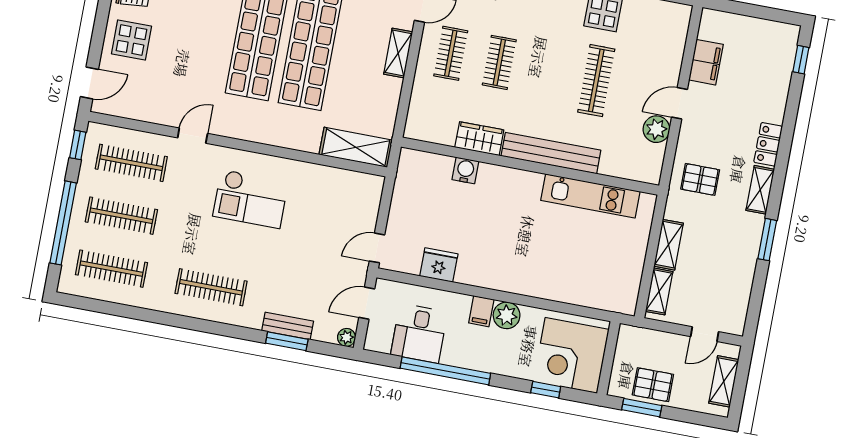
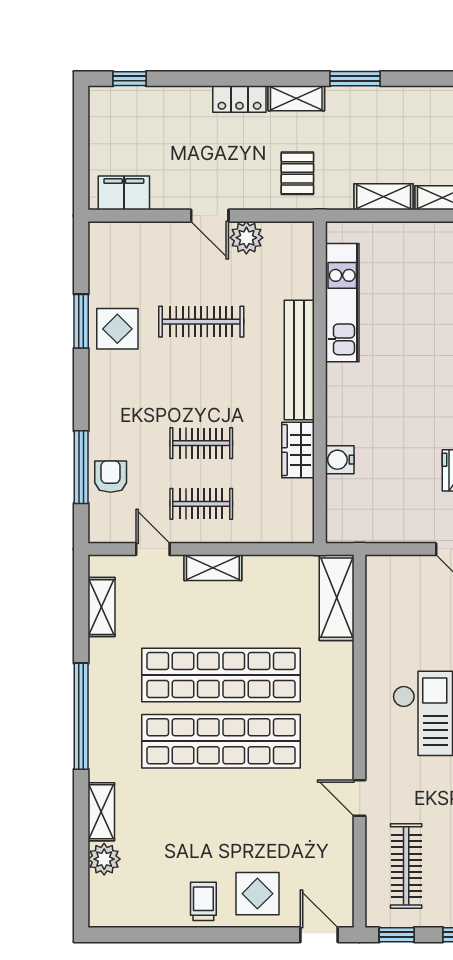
filing cabinet: (706, 62) -> (124, 193), moved

